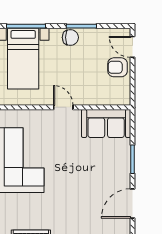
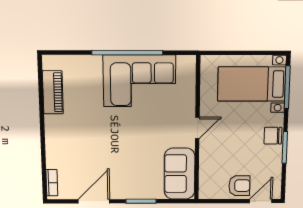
chair: (70, 37) -> (273, 136), turned 90
armchair: (118, 67) -> (239, 186), turned 90
door: (132, 204) -> (94, 201), hinge flipped

